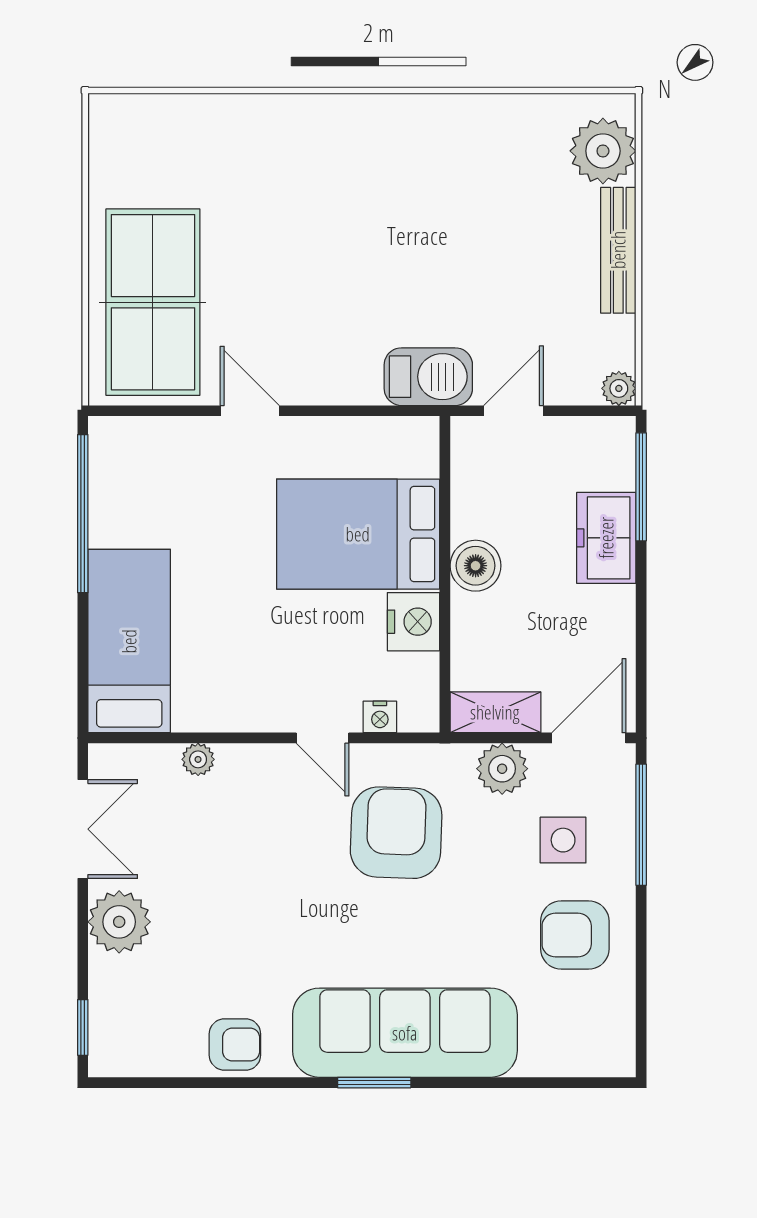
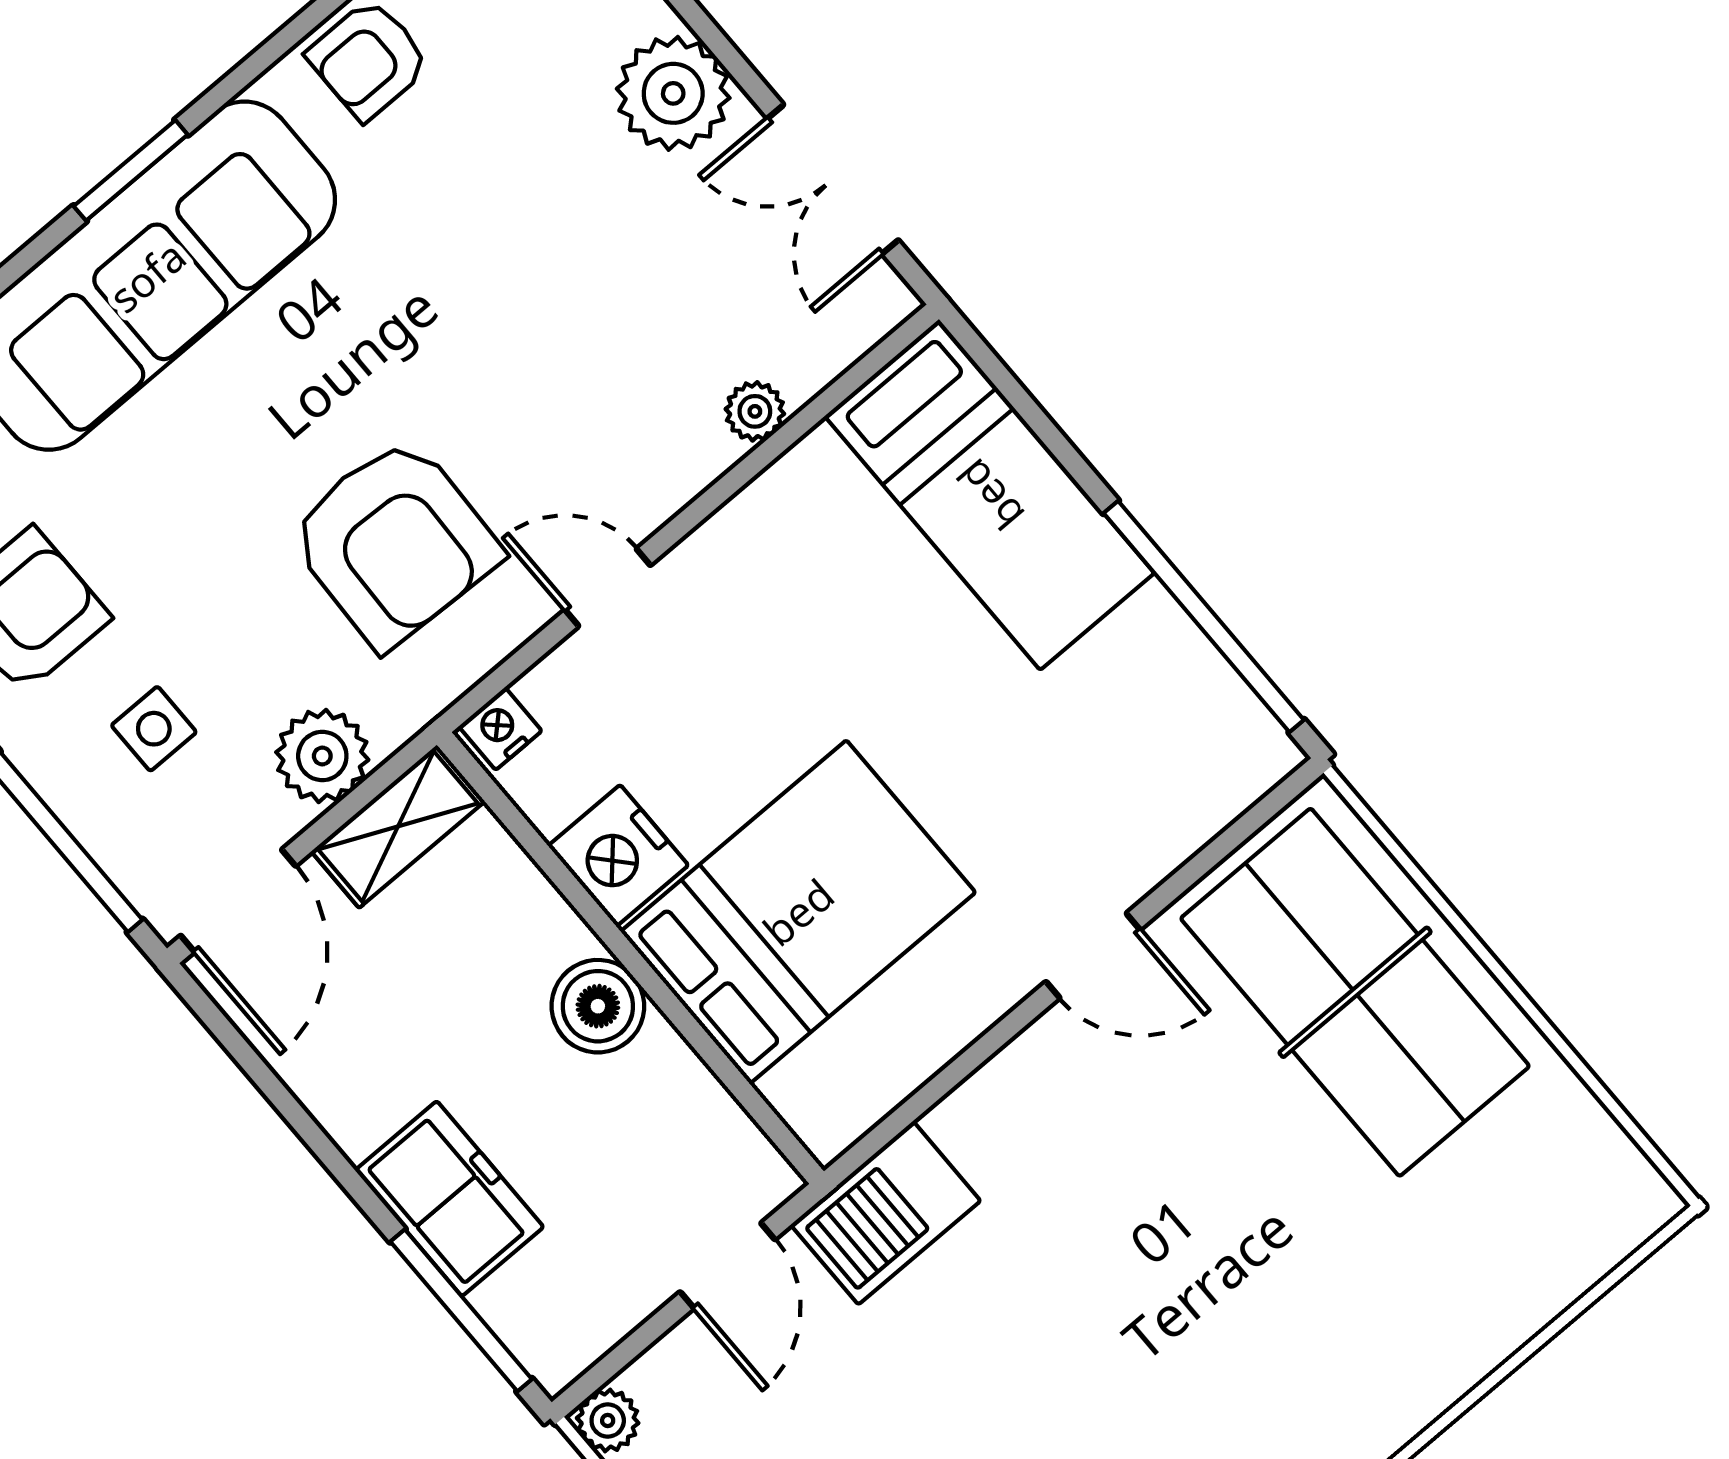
nightstand: (380, 717) -> (500, 729), moved
side table: (563, 840) -> (154, 729), width x0.73, depth x0.73

